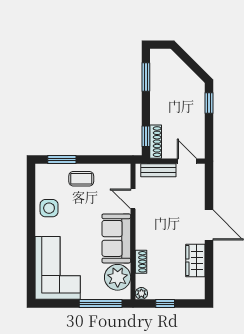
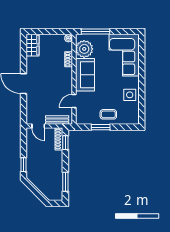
window: (62, 159) -> (101, 127), moved
door: (133, 199) -> (74, 101), swing flipped
wardrobe: (195, 260) -> (33, 45), moved
window: (165, 304) -> (53, 32), removed

